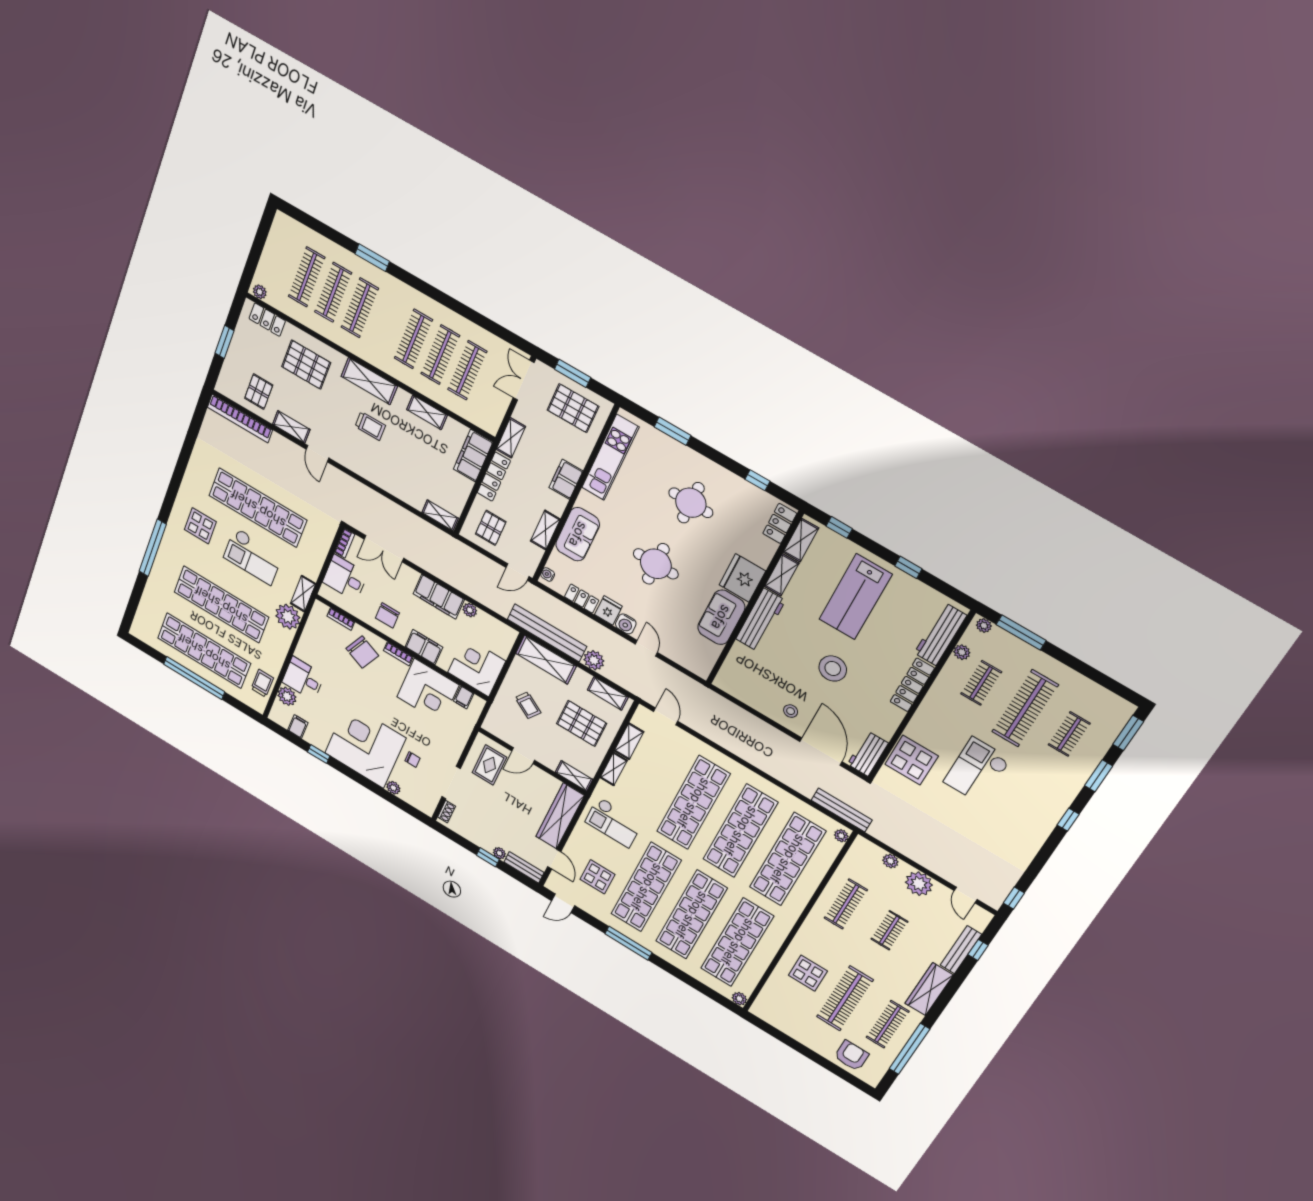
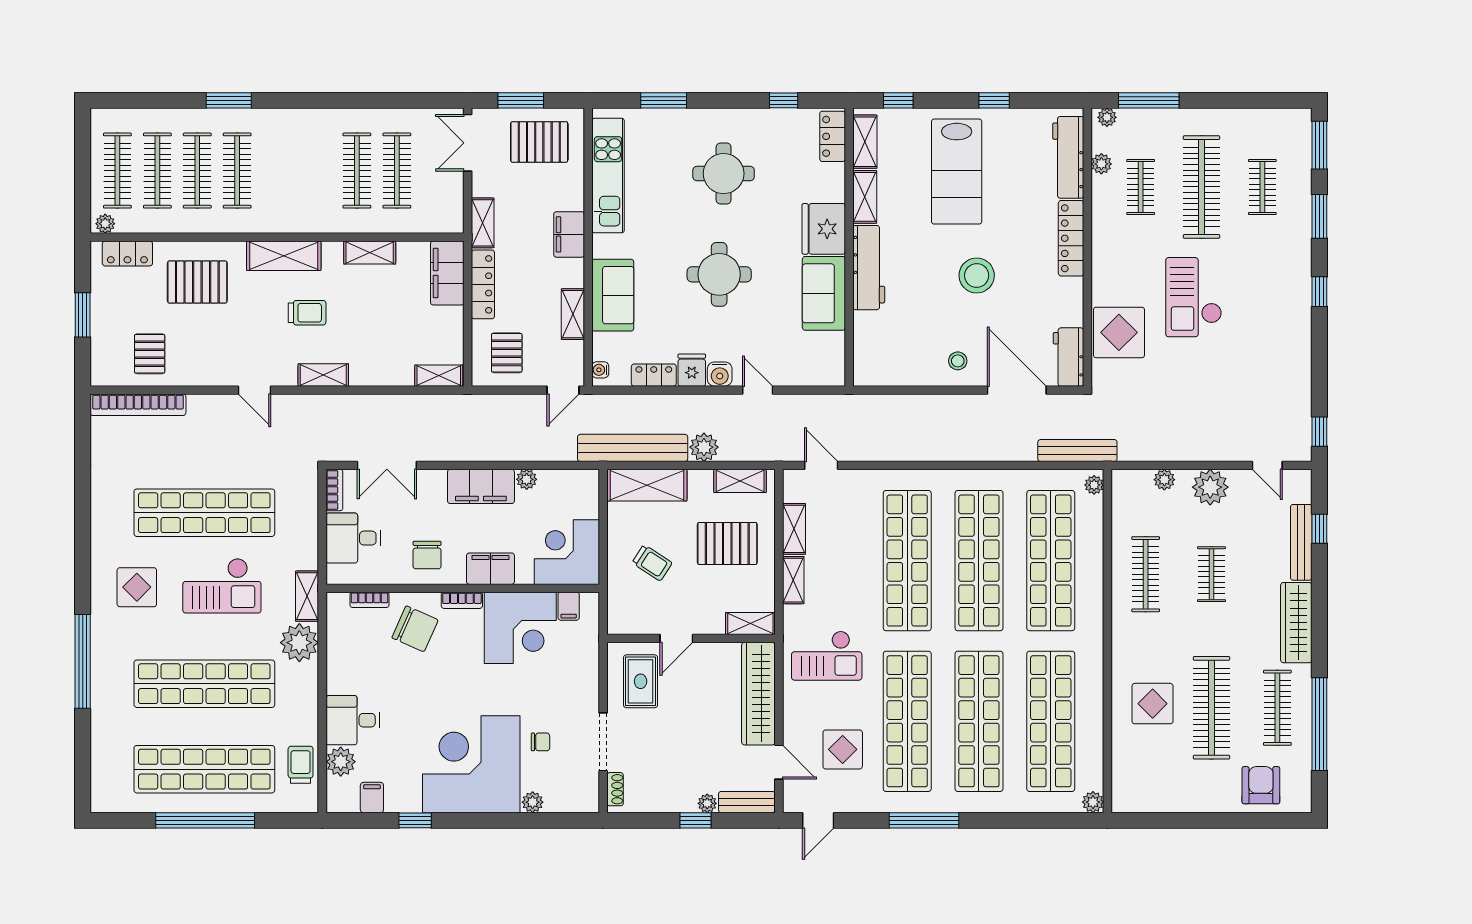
clothes rail: (413, 339) -> (117, 171), moved
shelving: (291, 427) -> (323, 375), moved

